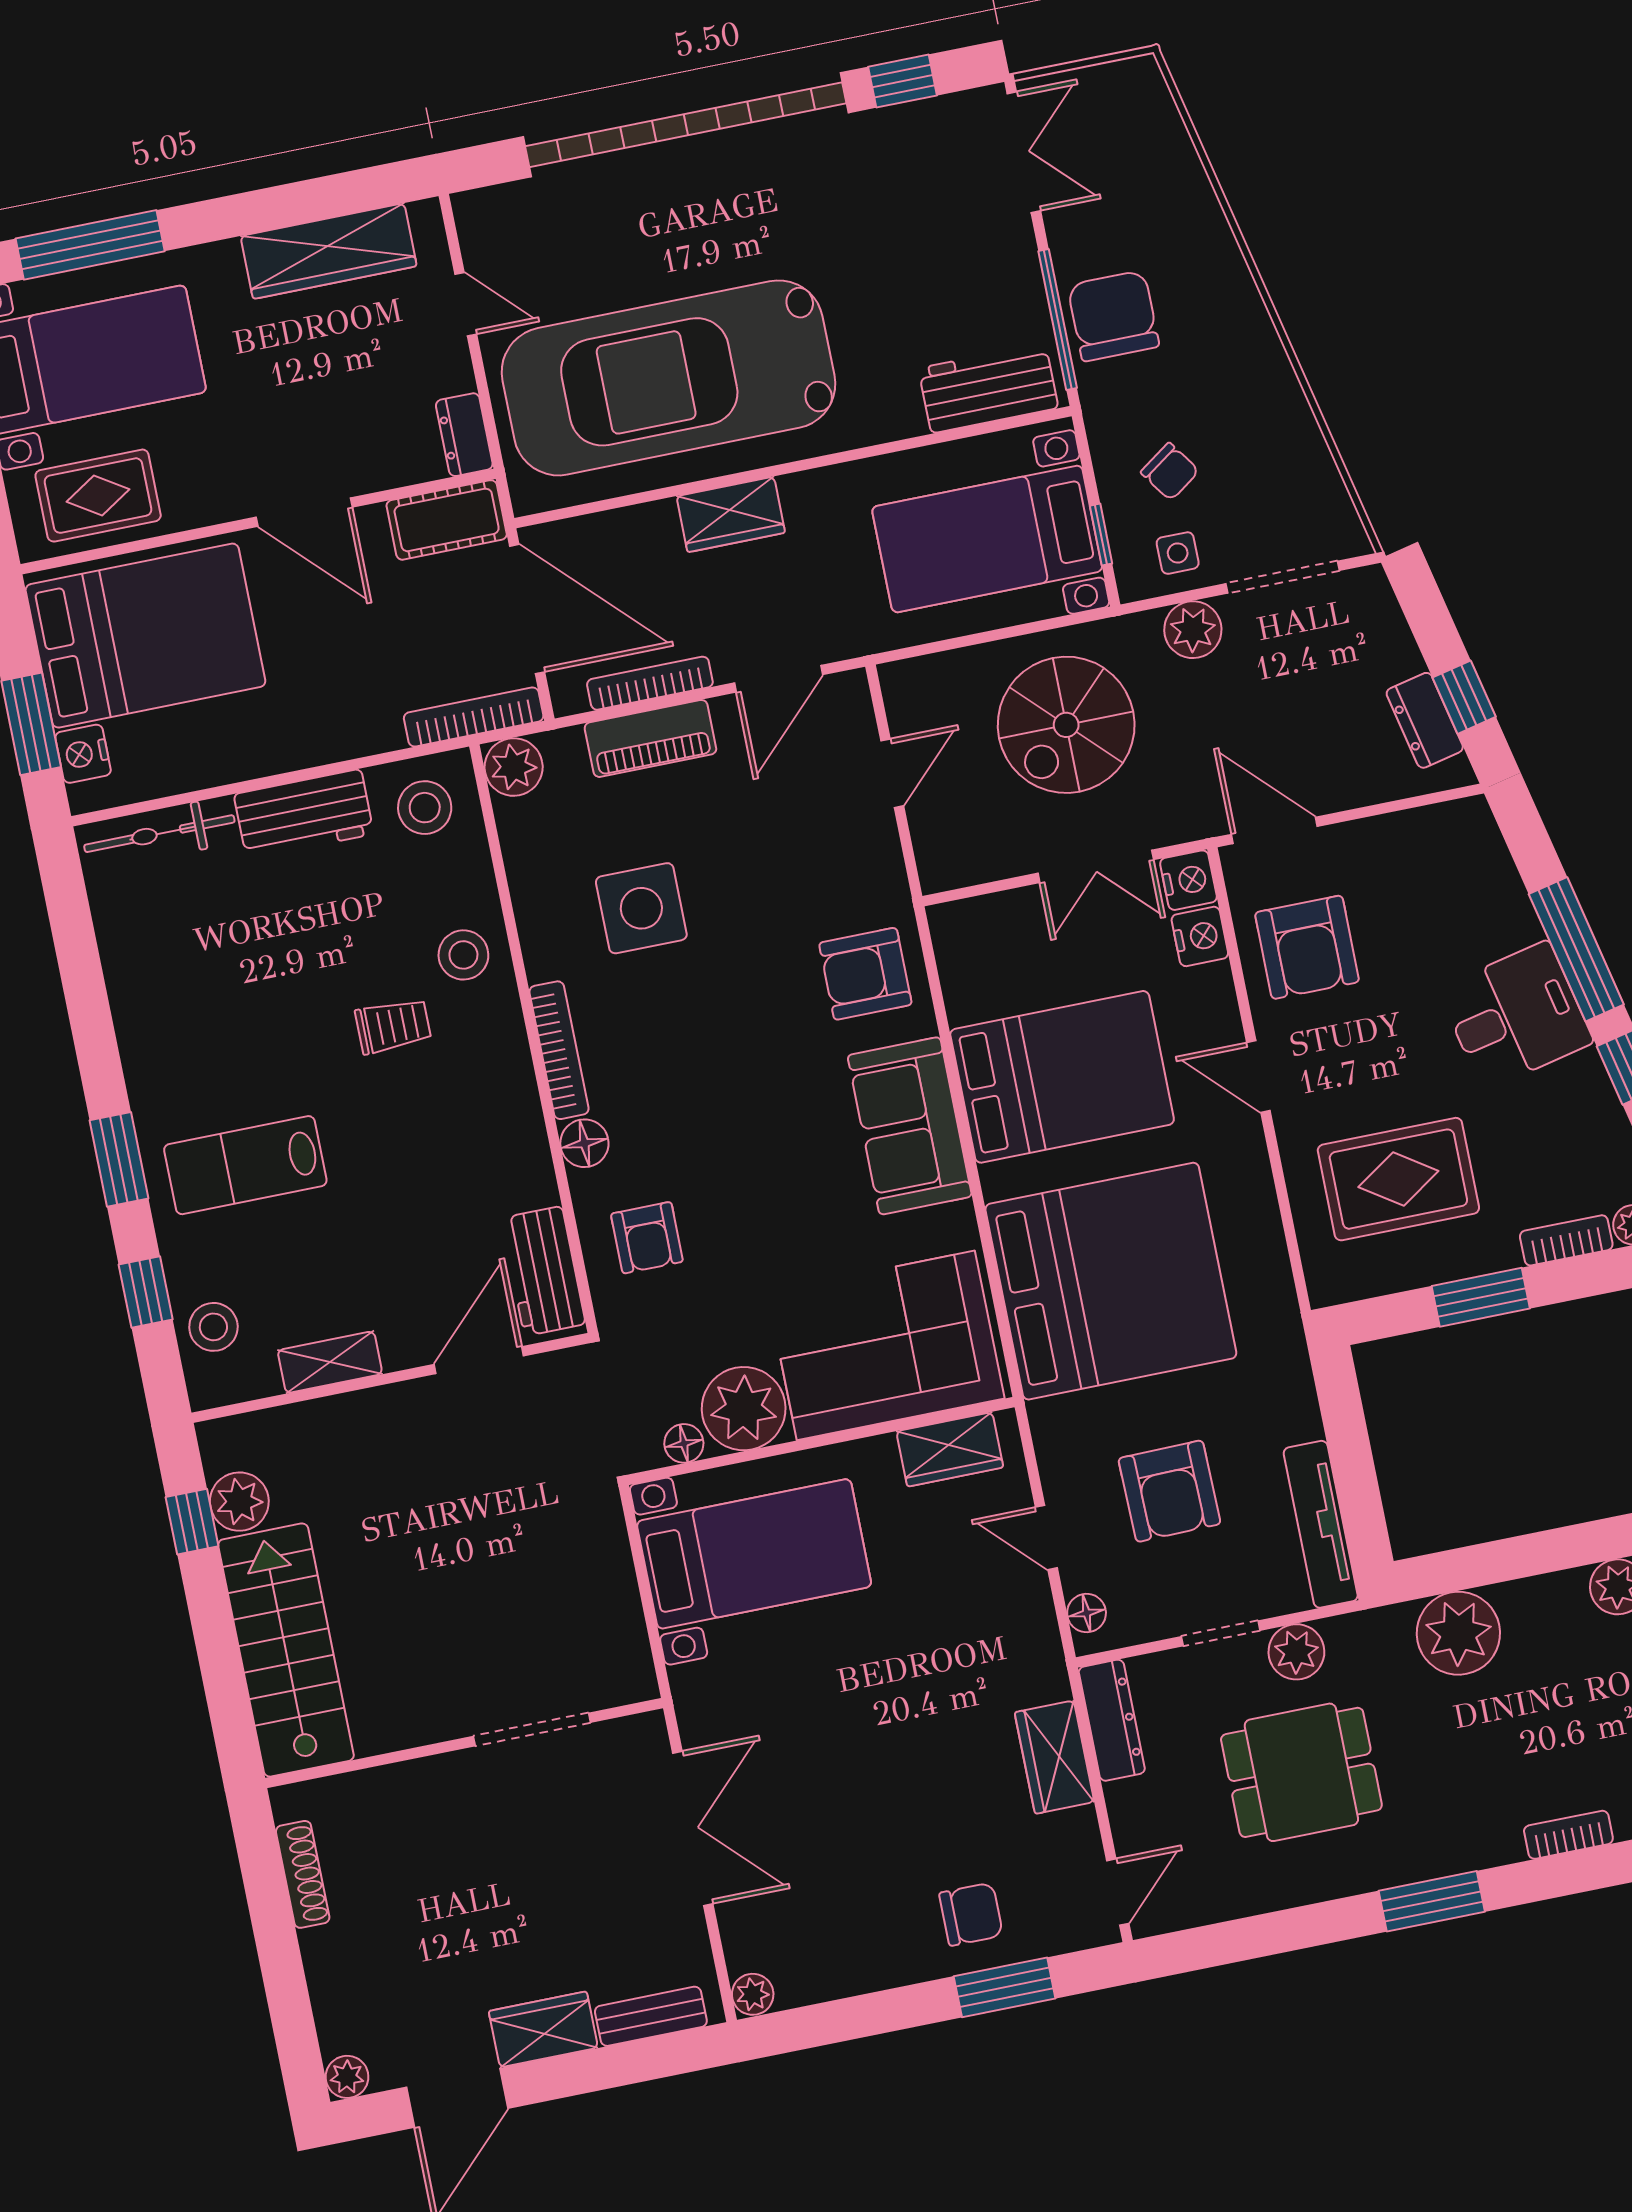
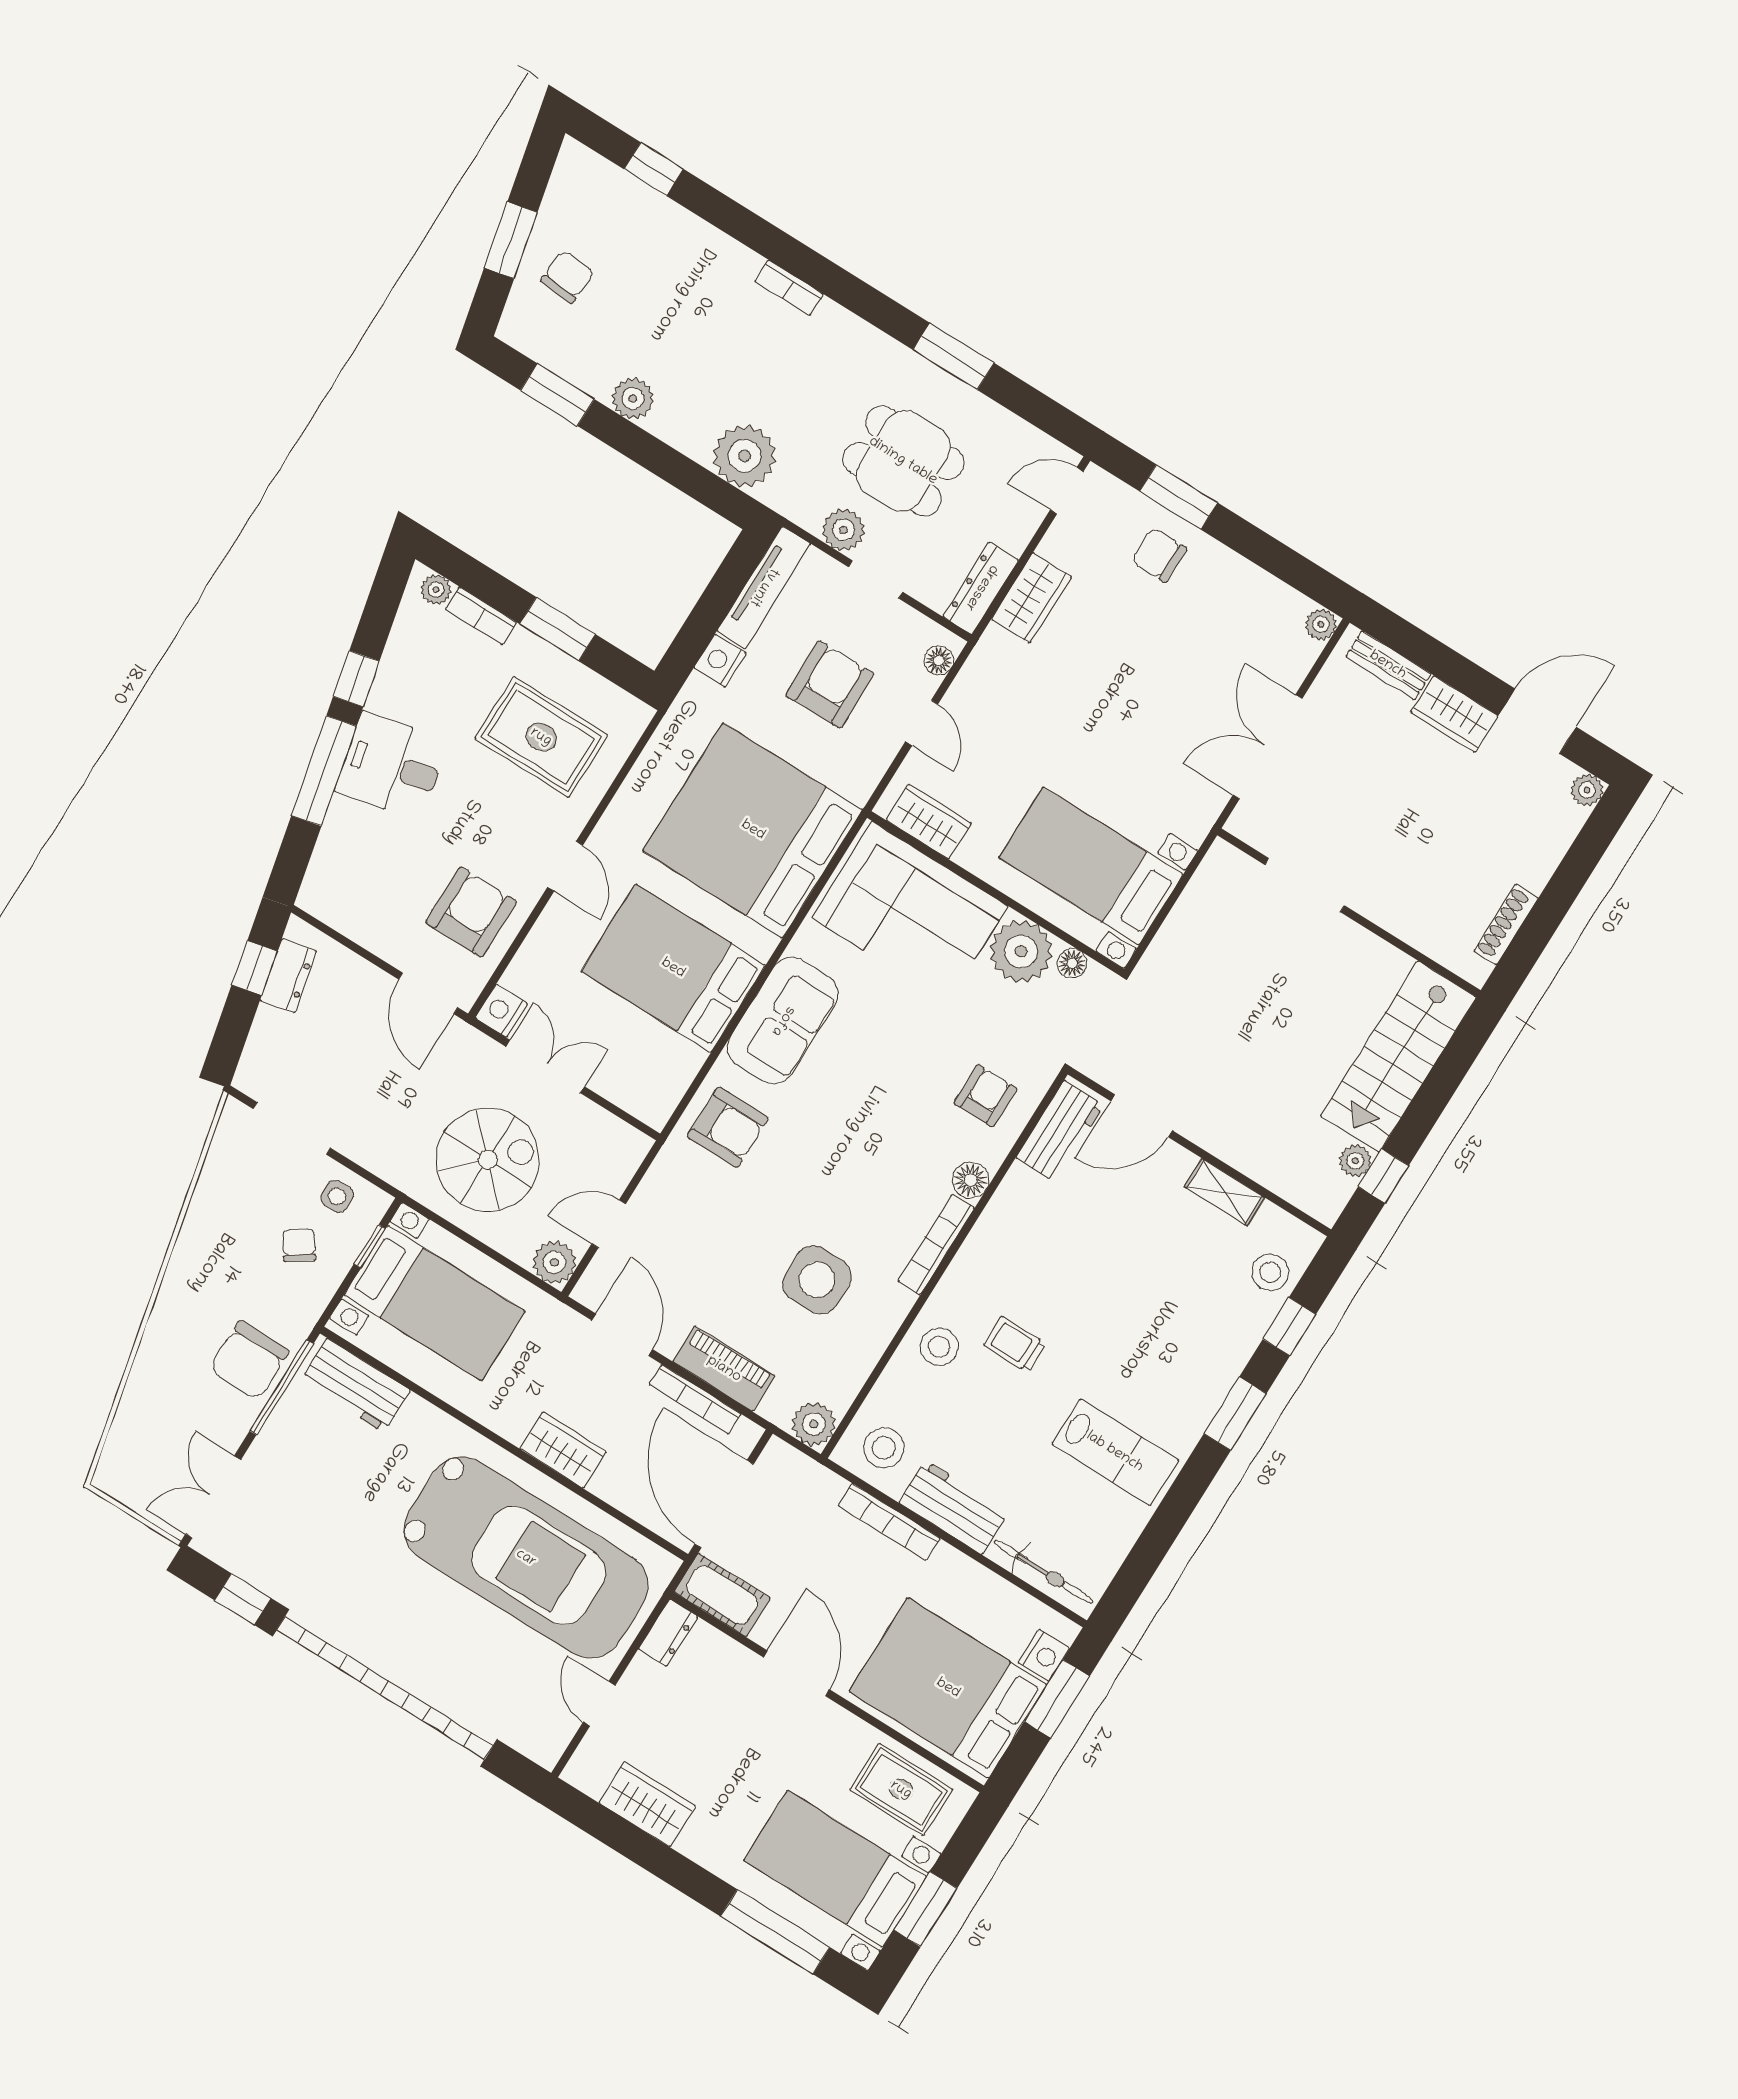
wardrobe: (329, 251) -> (647, 1804), width x0.67
plant: (1193, 630) -> (554, 1262), moved
door: (778, 679) -> (622, 1335), hinge flipped
bookcase: (474, 717) -> (889, 1522), moved
nightstand: (1200, 936) -> (720, 661), moved
lab bench: (245, 1165) -> (1115, 1452), moved
plant: (239, 1502) -> (1355, 1161), width x0.73, depth x0.73
window: (1432, 1901) -> (954, 356), moved

